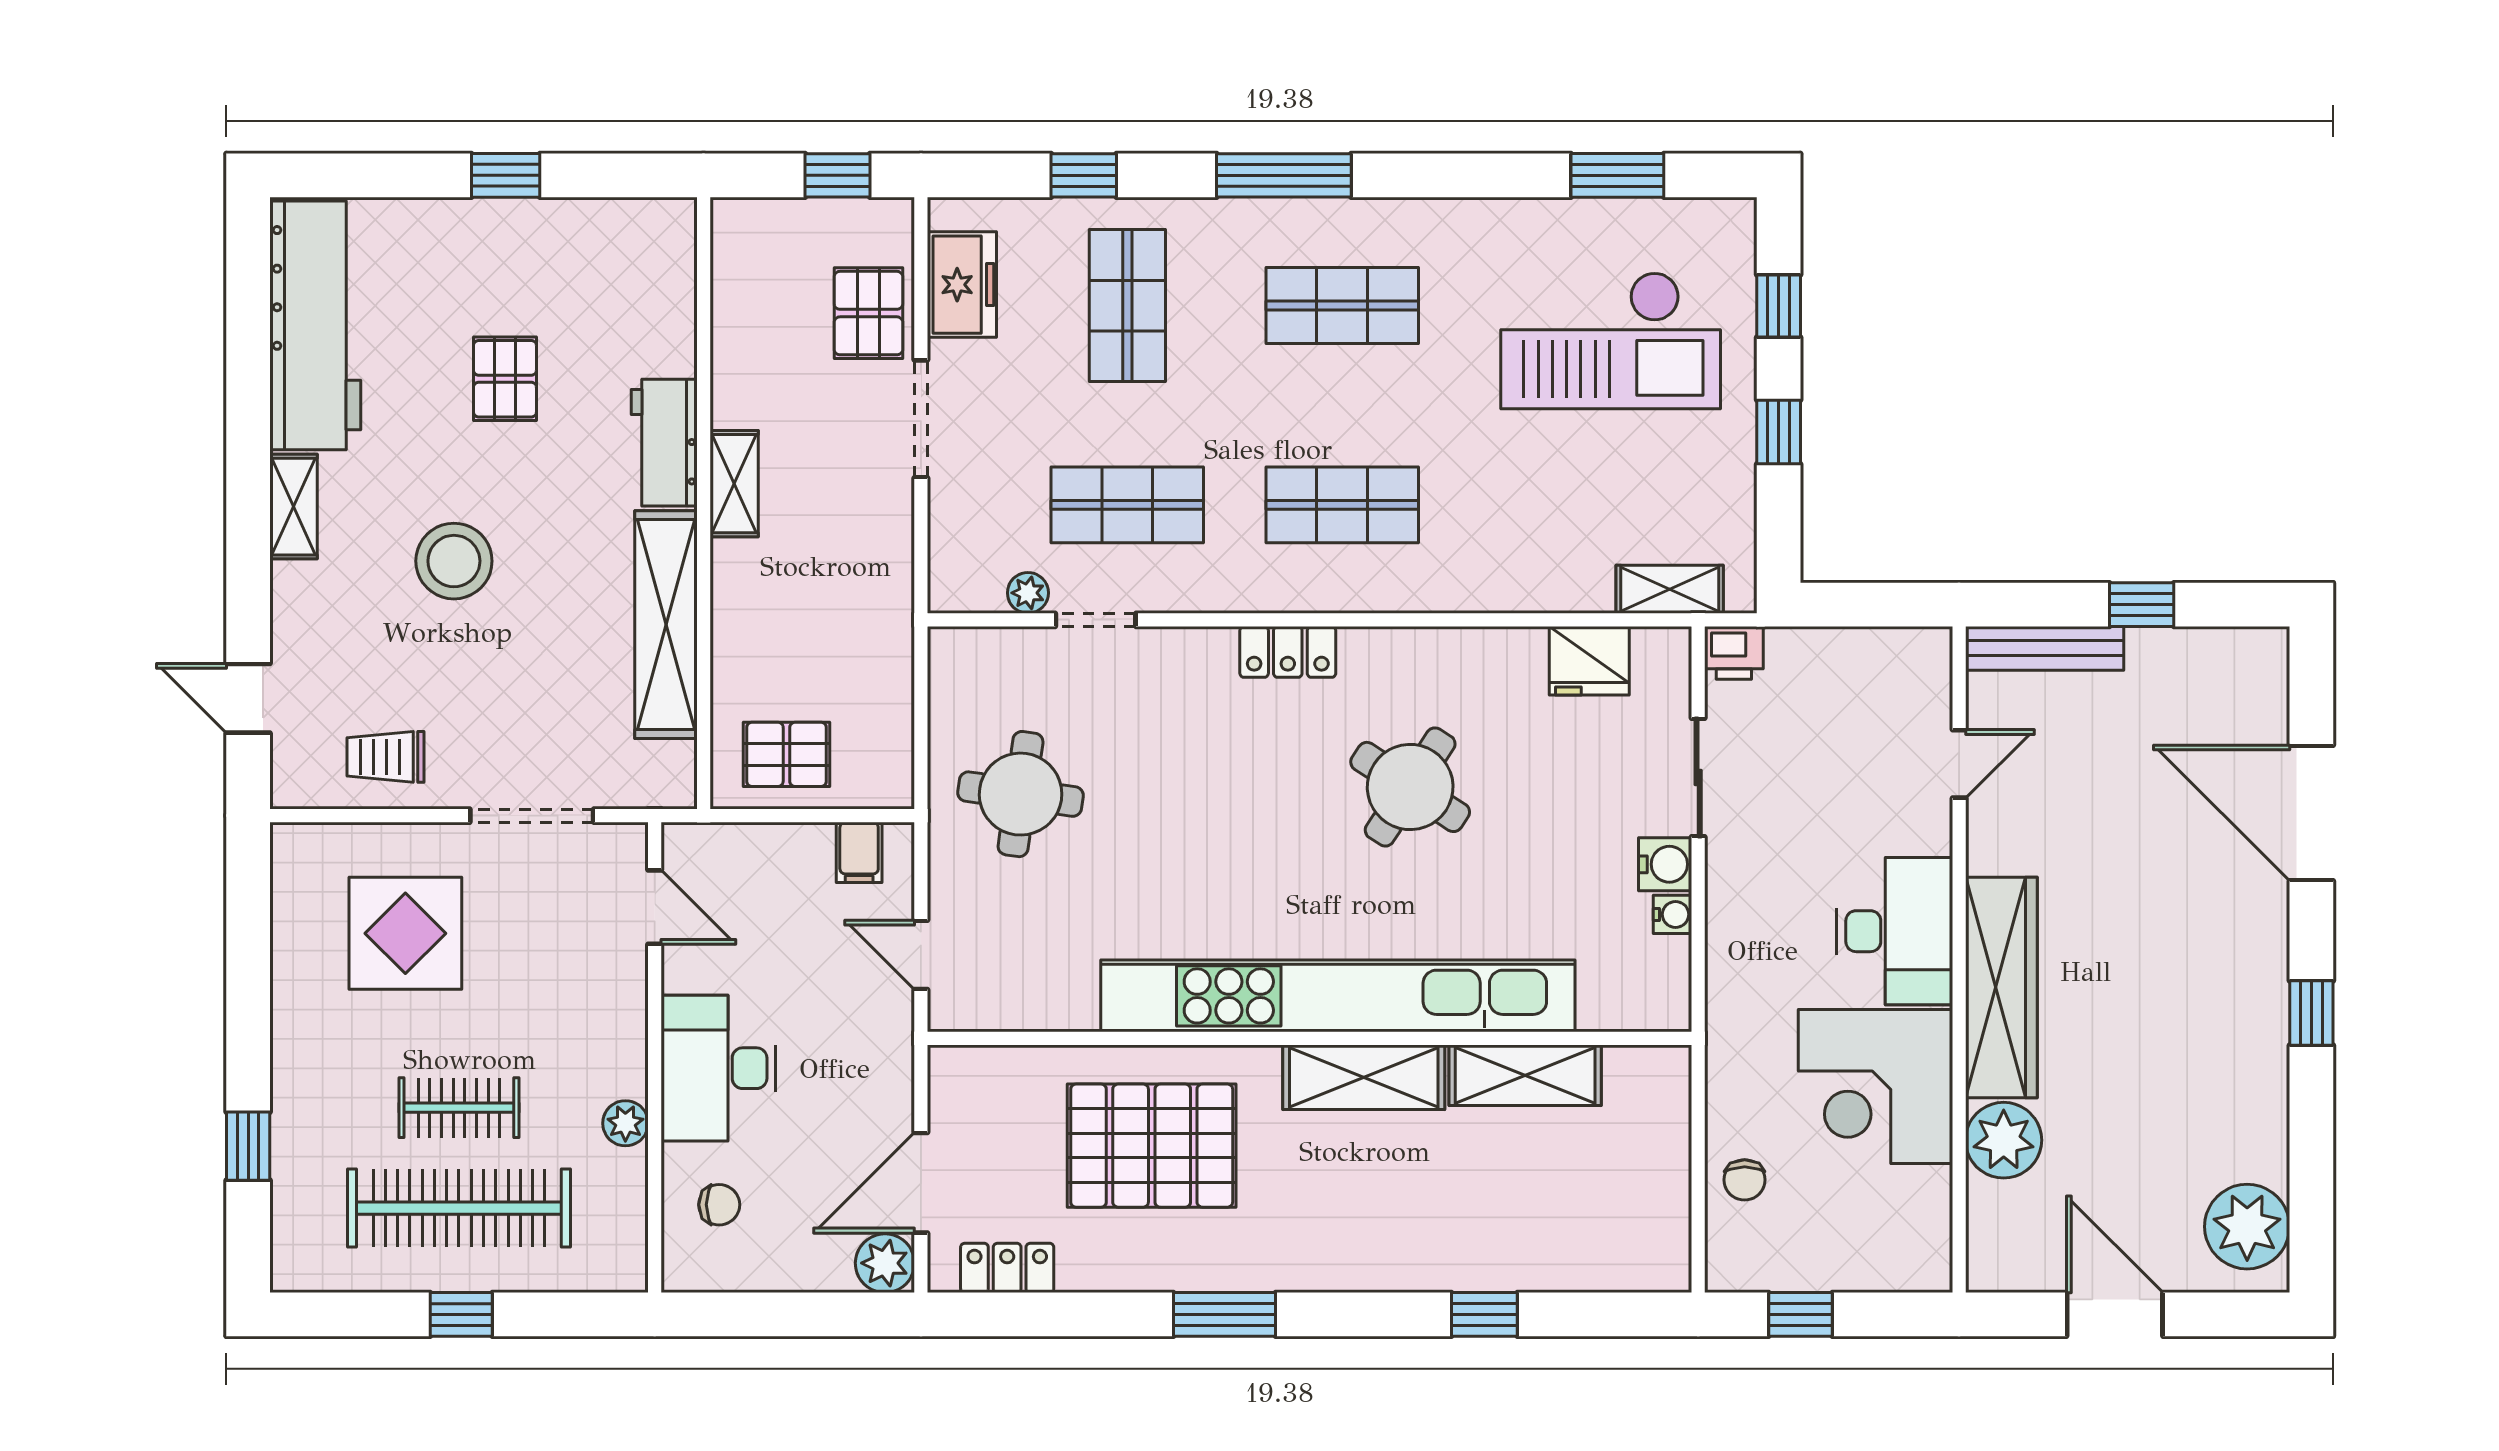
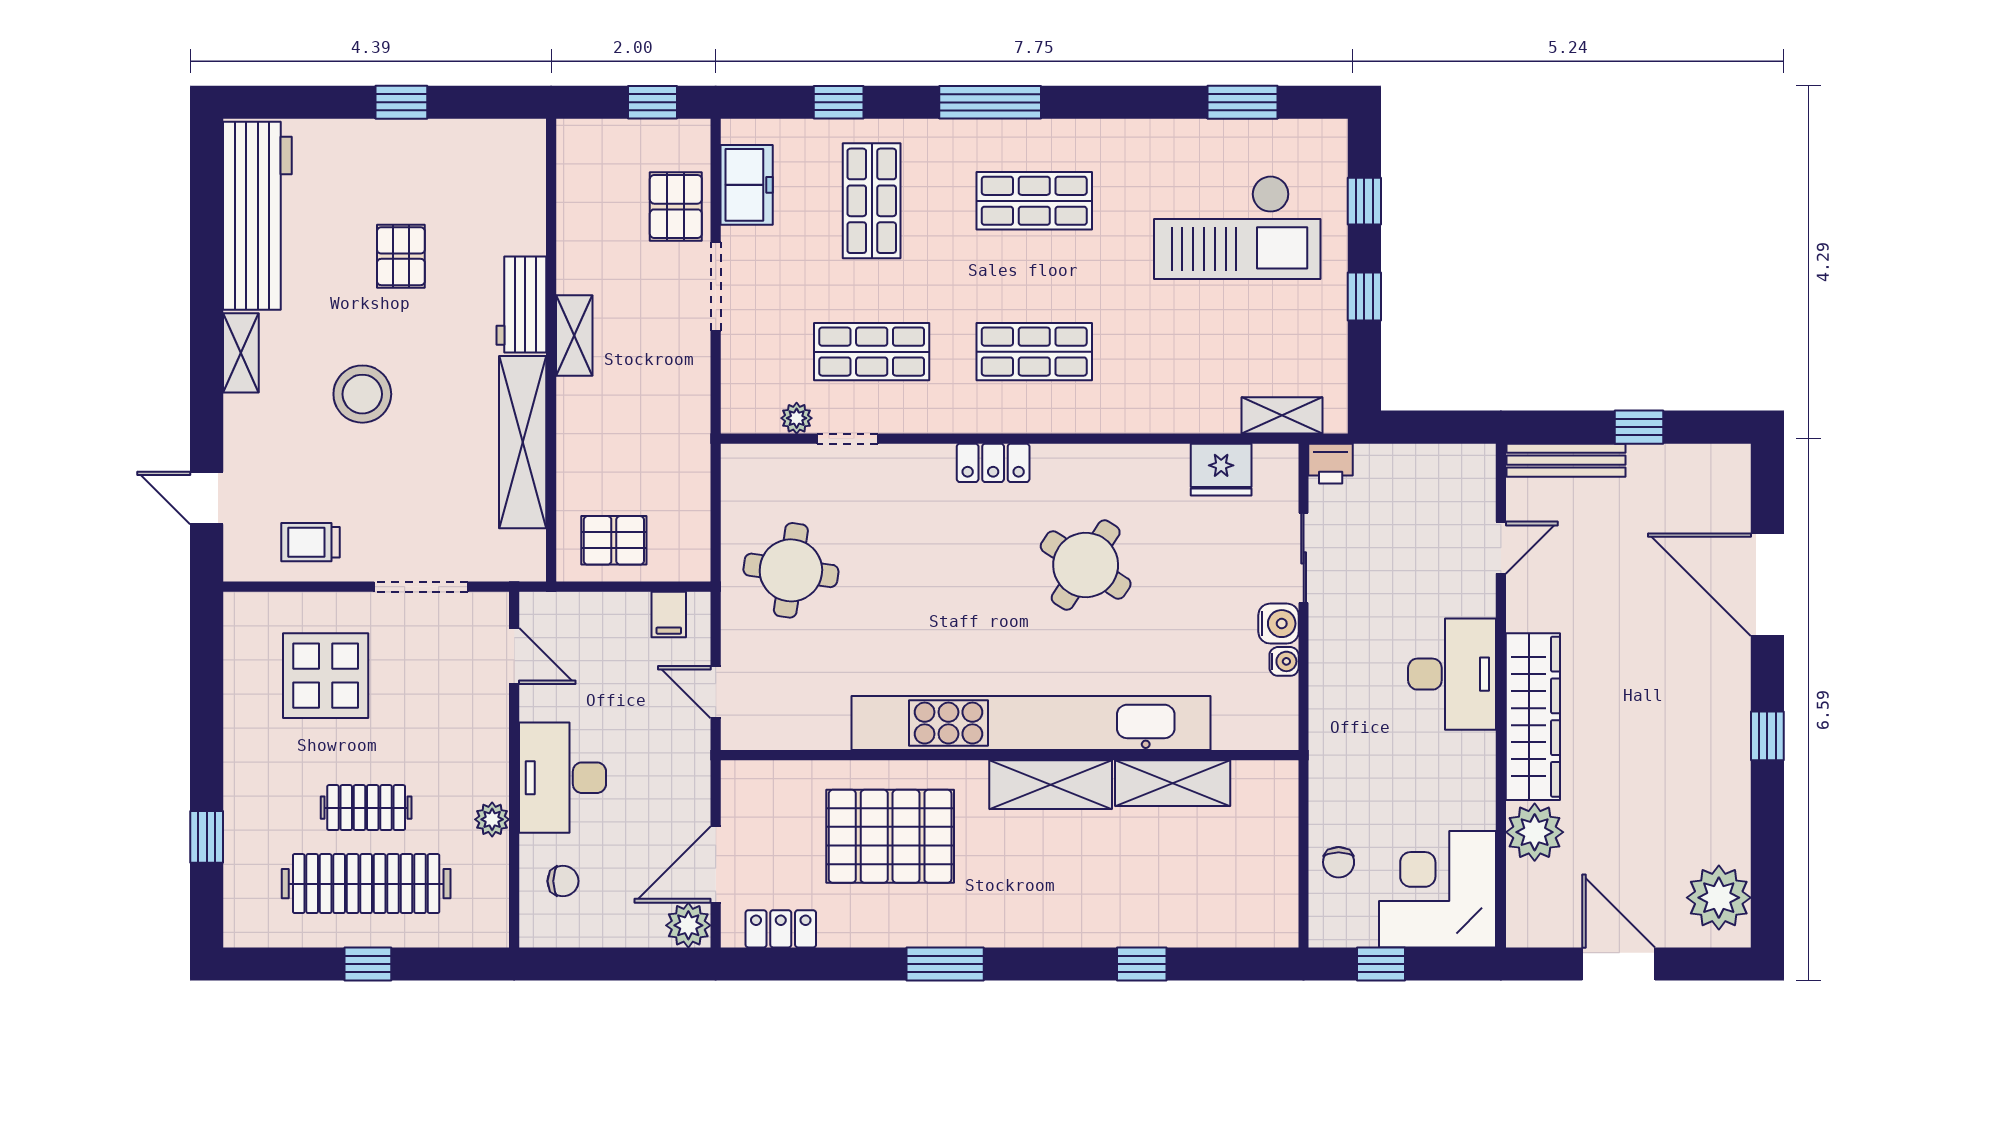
corner desk: (1875, 1086) -> (1438, 889), moved, turned 90

